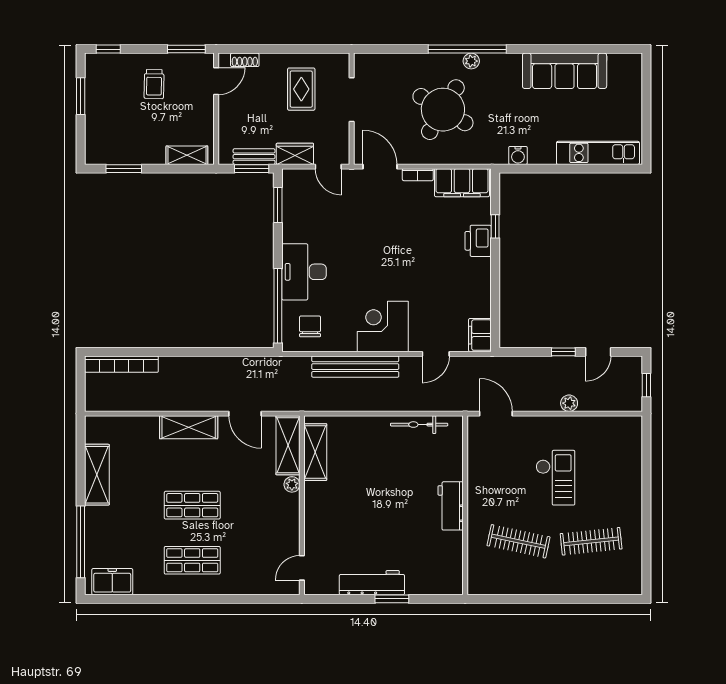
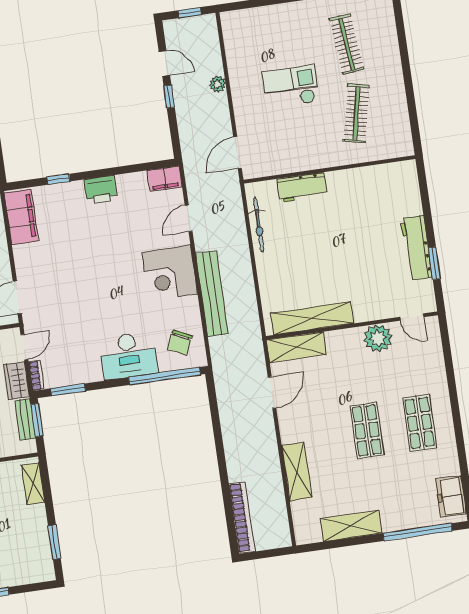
bookcase: (418, 175) -> (36, 376), moved
printer: (478, 241) -> (101, 190), moved
chair: (310, 326) -> (180, 342), turned -65
door: (436, 354) -> (189, 218), swing flipped
shelving: (189, 427) -> (297, 471), moved
shelving: (315, 452) -> (312, 318), width x1.47
plant: (292, 484) -> (378, 338), moved, width x1.87, depth x1.87
workbench: (451, 506) -> (302, 187), moved
window: (392, 599) -> (434, 263), moved

